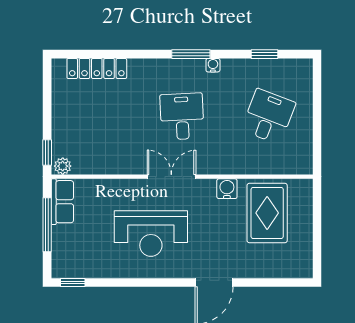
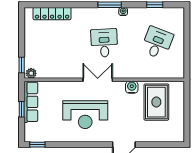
row of seats: (62, 202) -> (31, 102), width x1.48
window: (47, 225) -> (22, 109), width x0.46

